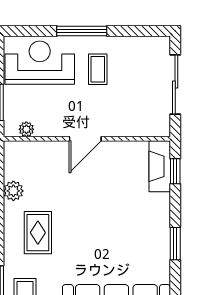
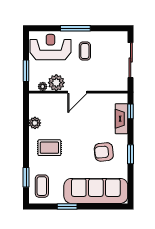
plant: (50, 123) -> (56, 83), added
fireplace: (160, 166) -> (122, 119), moved
rug: (38, 233) -> (49, 148), turned 90
armchair: (130, 240) -> (104, 152), added

